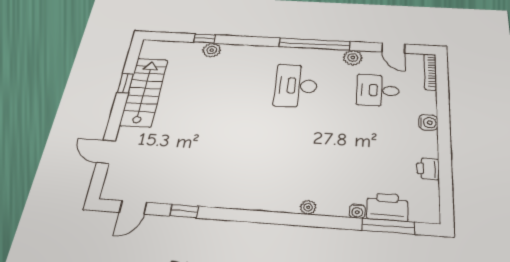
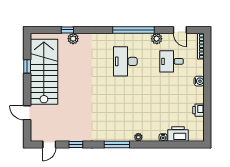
stairs: (144, 92) -> (44, 72), width x1.36, depth x1.51
window: (388, 226) -> (117, 144), moved

